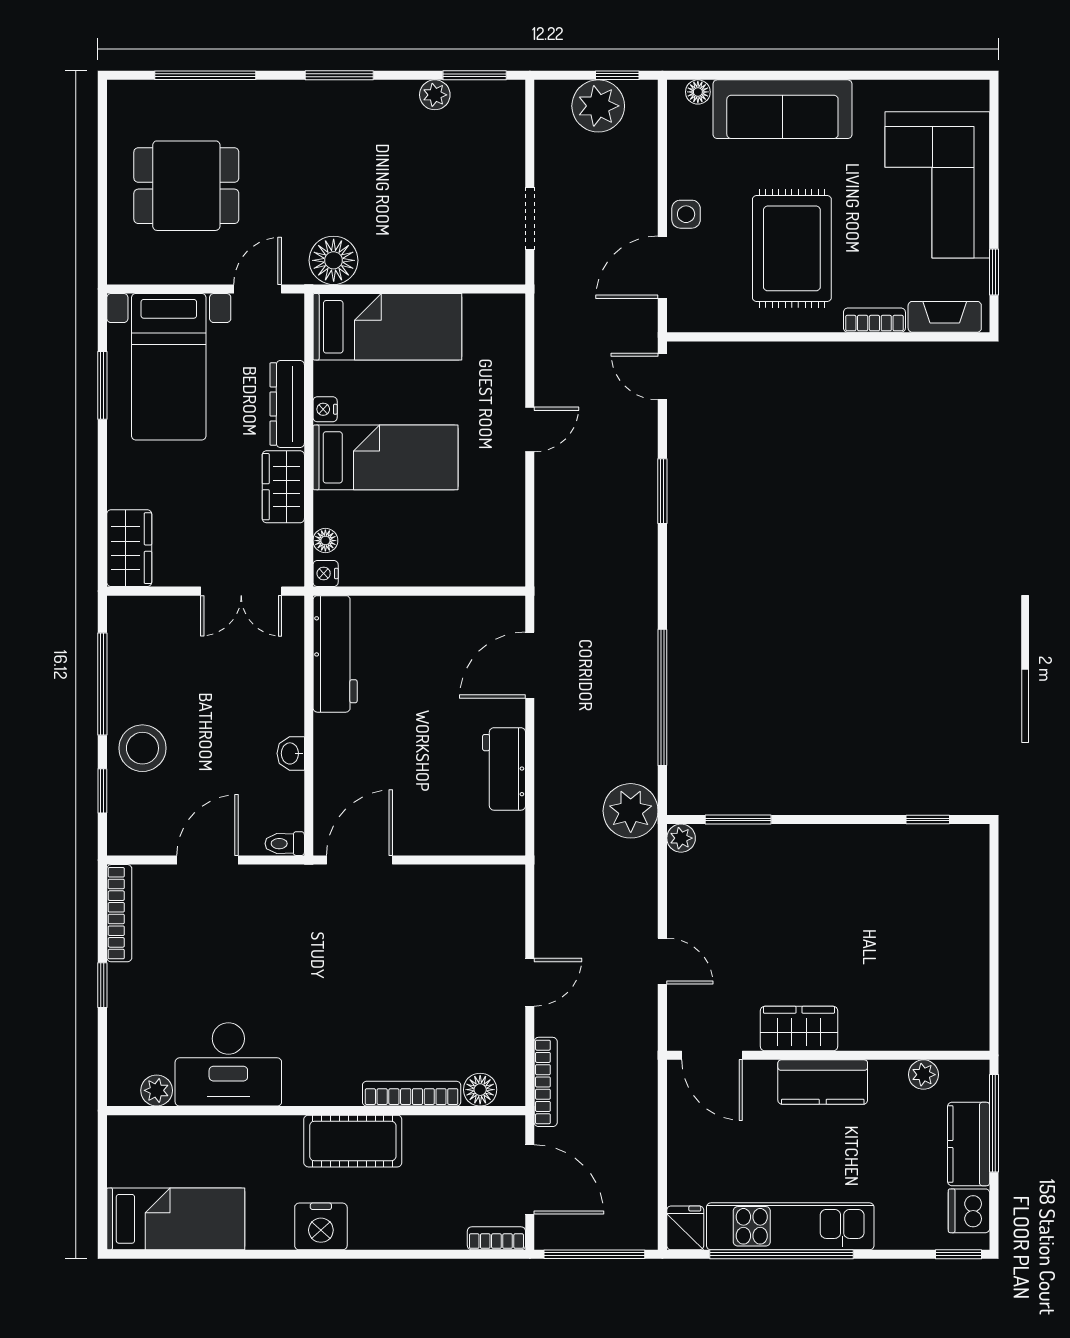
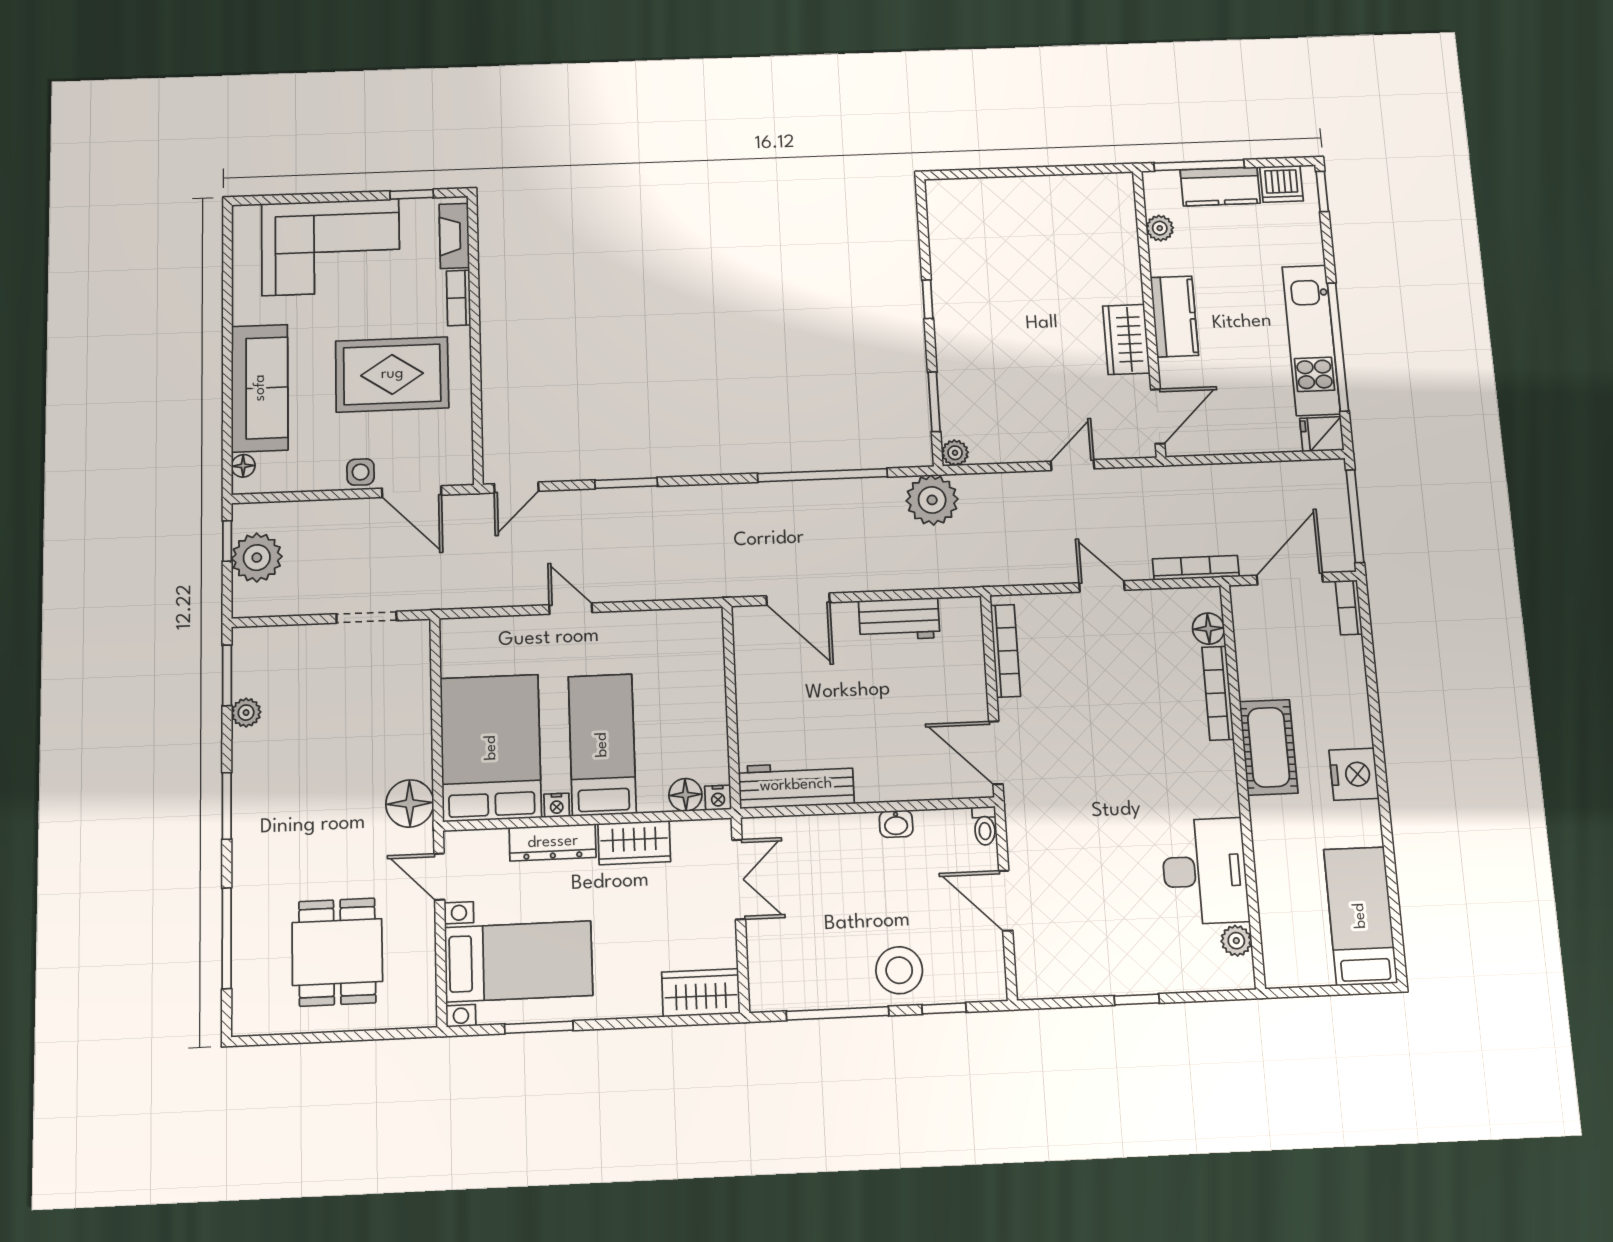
bed: (387, 327) -> (491, 748), width x1.50
floor lamp: (325, 541) -> (685, 795), width x1.37, depth x1.37
window: (928, 820) -> (928, 299), moved
bookcase: (119, 913) -> (1005, 651), moved, turned 90

